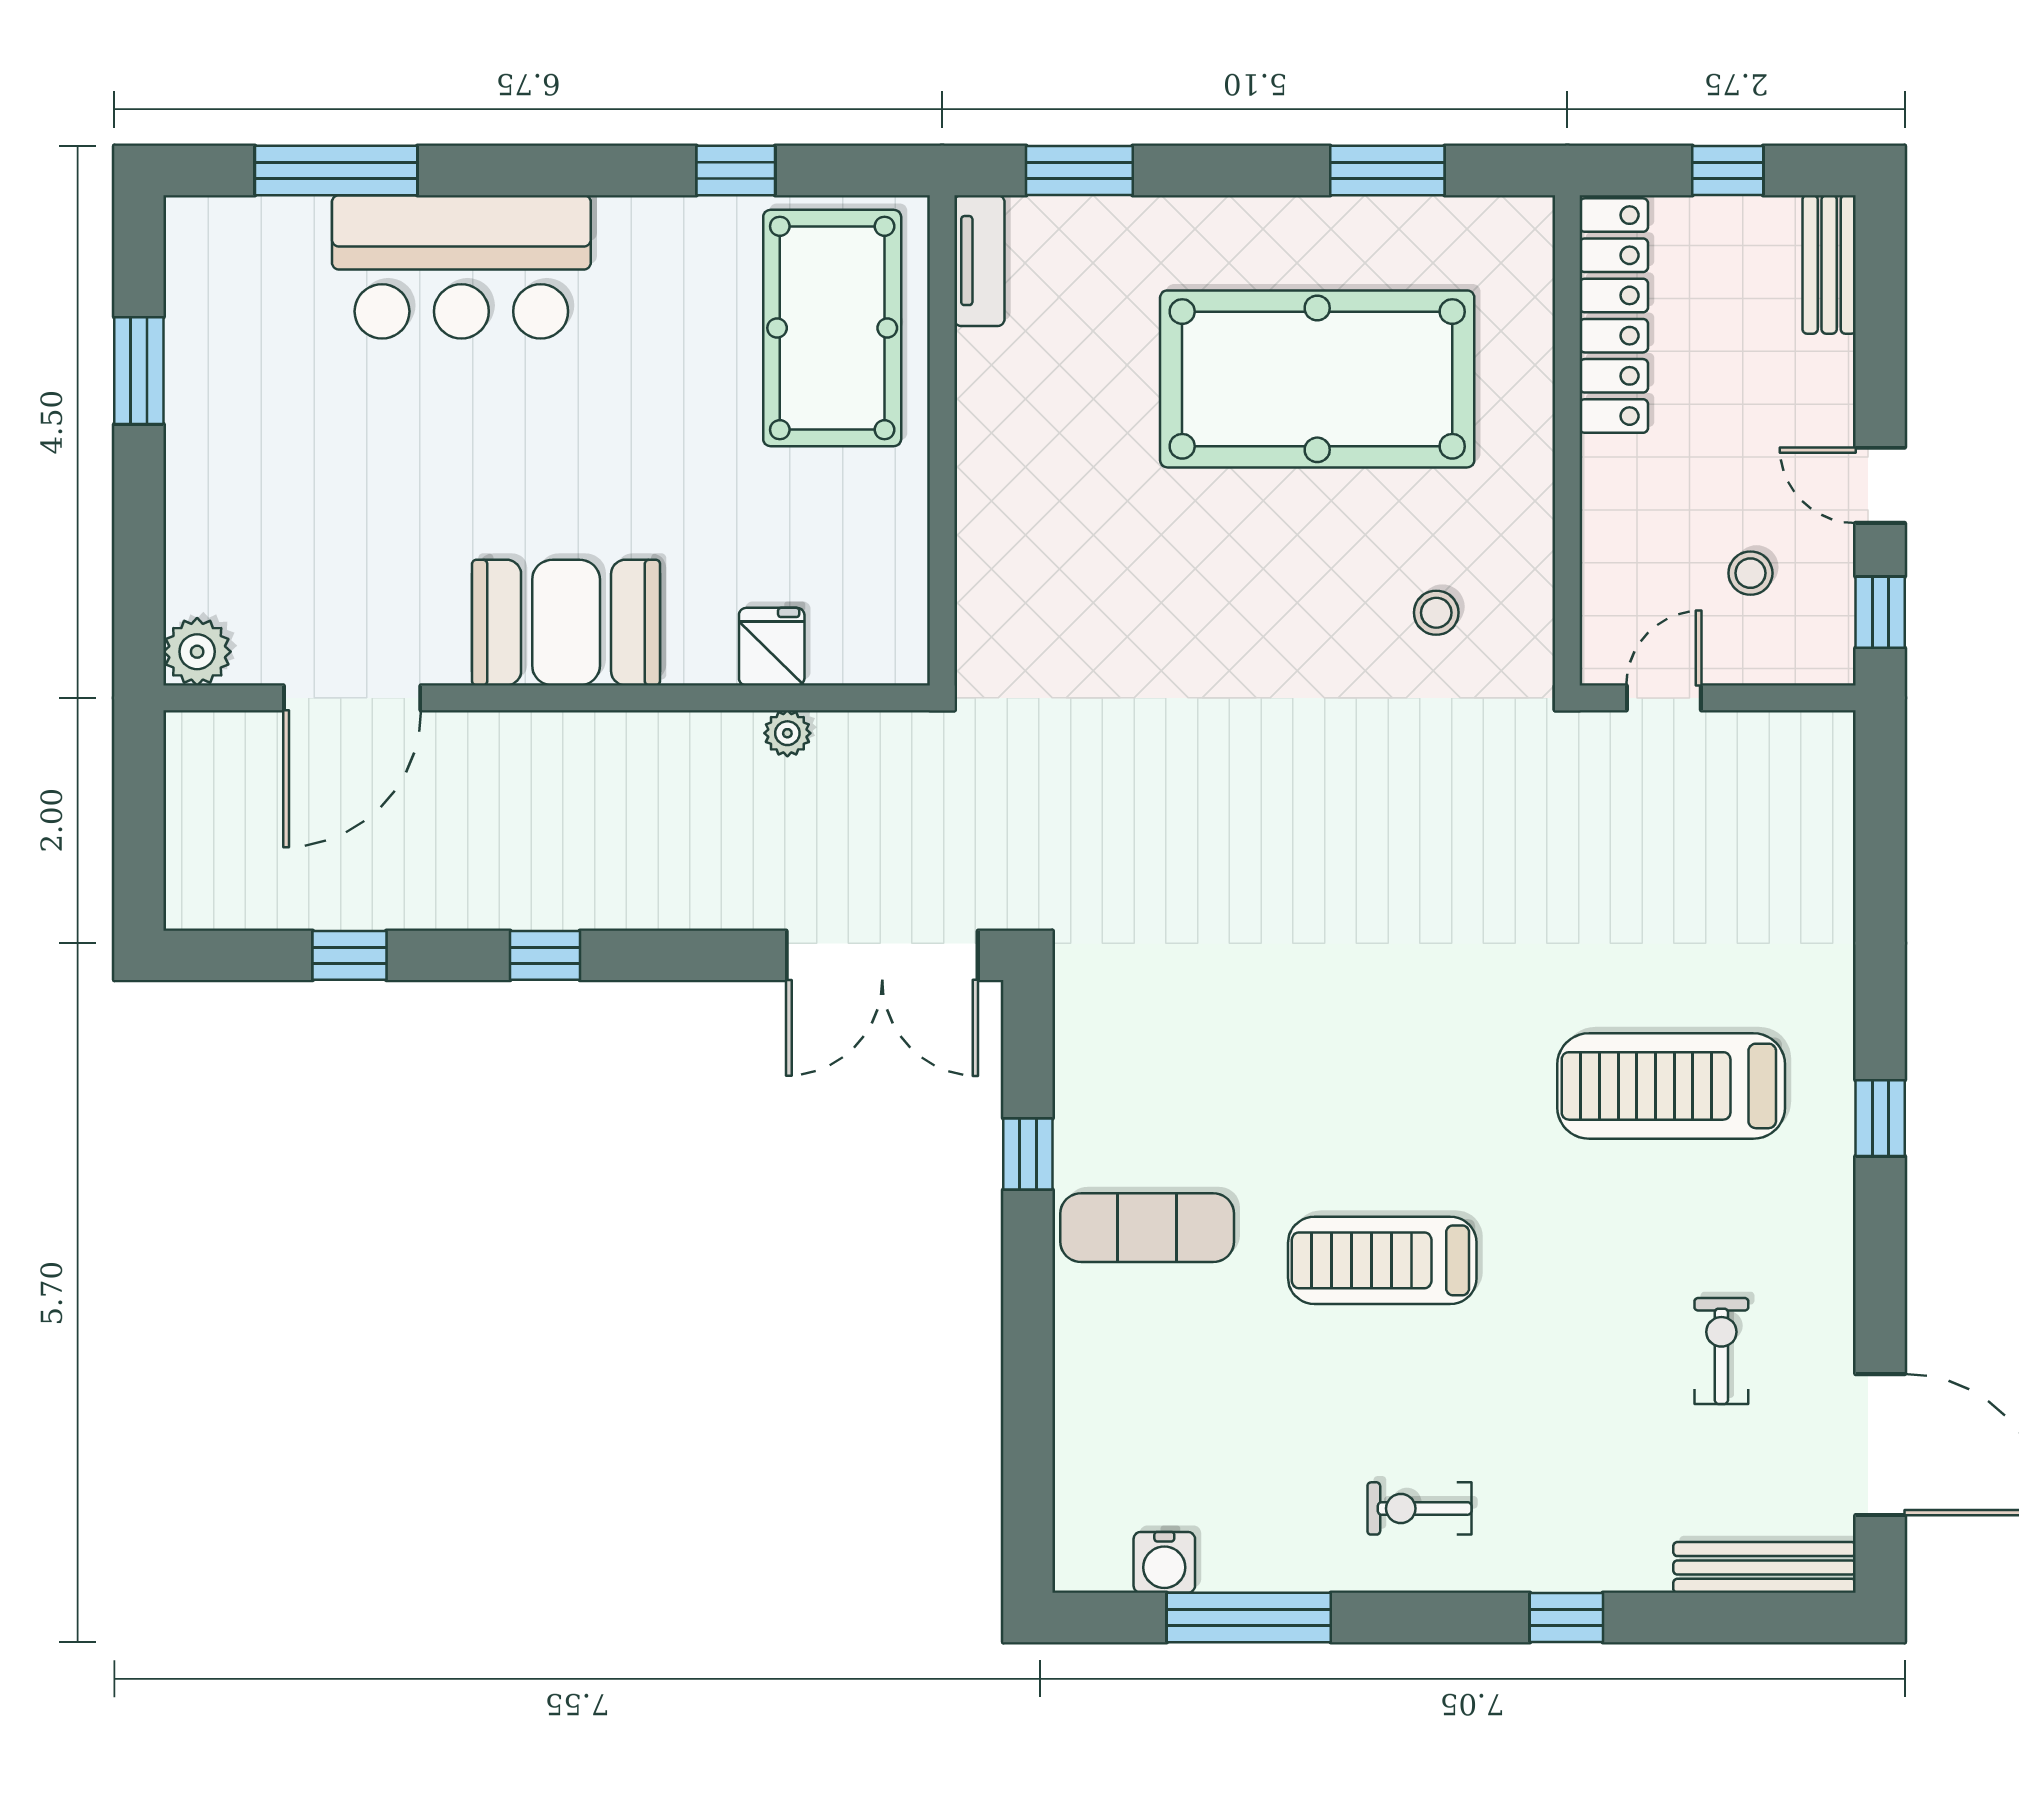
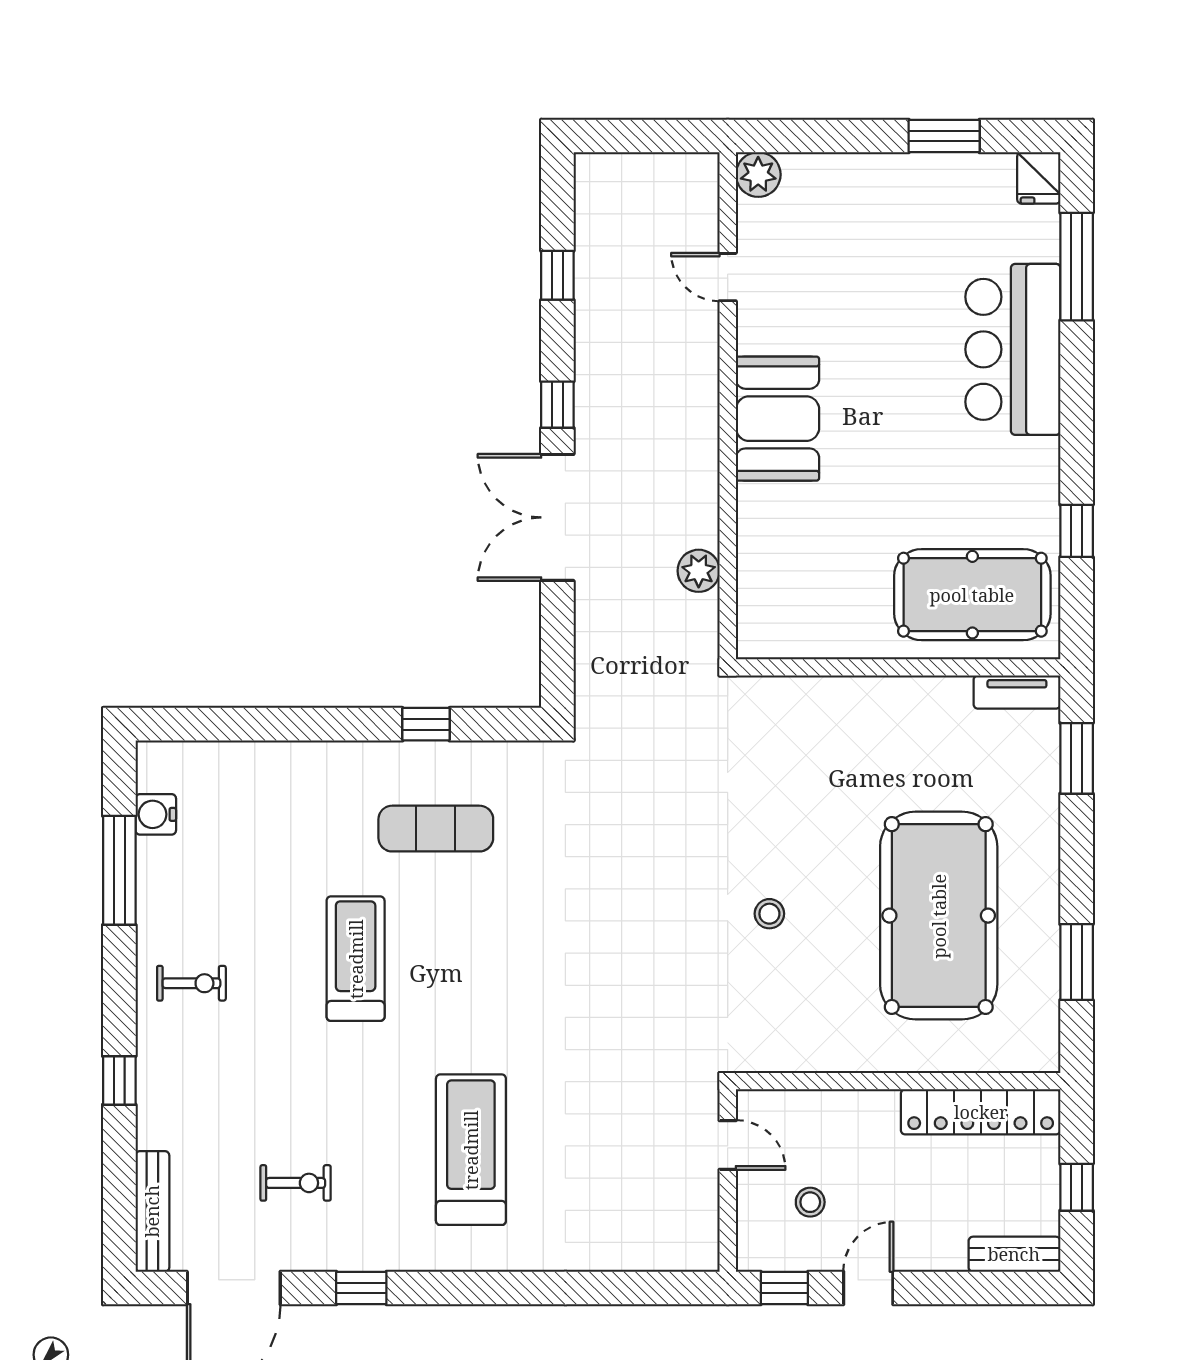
stool: (1436, 613) -> (769, 914), moved
fridge: (772, 647) -> (1039, 178), moved, turned 90
door: (352, 698) -> (728, 277), width x0.53
plant: (787, 733) -> (699, 571), width x1.38, depth x1.38
double door: (882, 955) -> (557, 517), moved
window: (1880, 1118) -> (361, 1288), moved
exercise mat: (1147, 1228) -> (436, 829), moved, turned 90
exercise bike: (1419, 1508) -> (191, 983), turned 90

